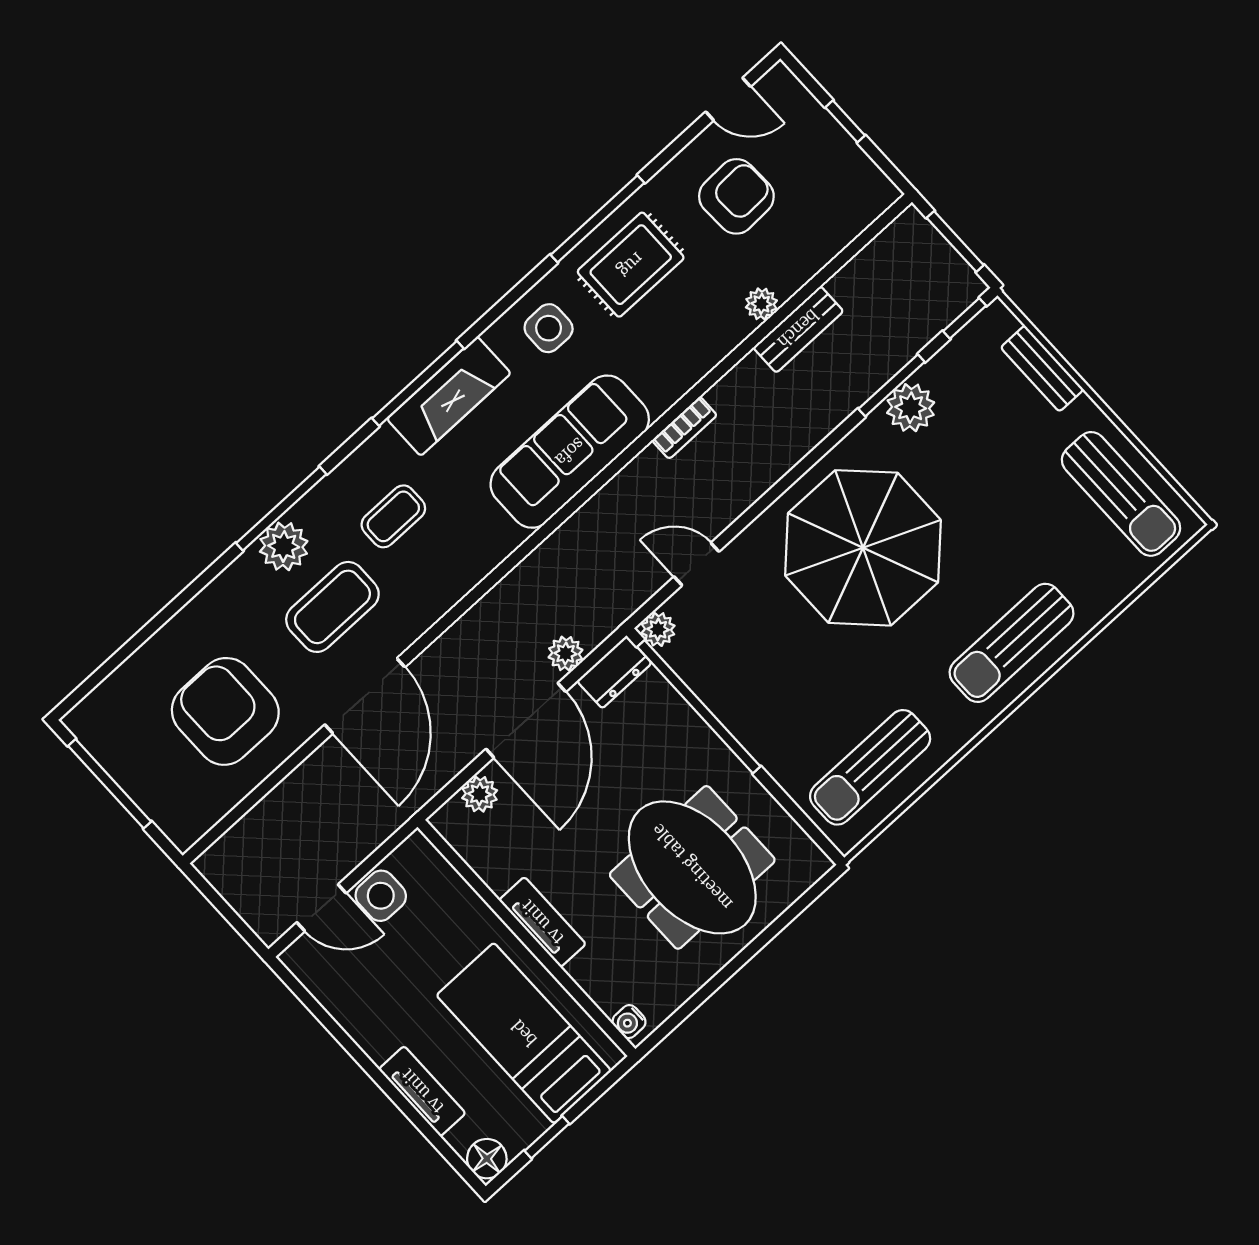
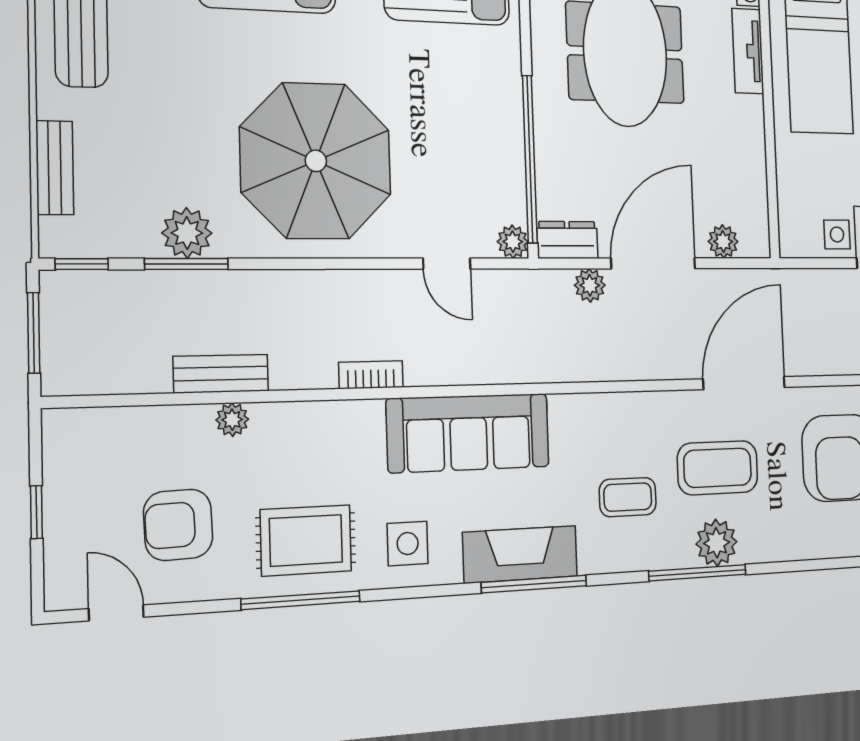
side table: (381, 896) -> (837, 234), width x0.73, depth x0.73
tv unit: (542, 922) -> (748, 51), moved

